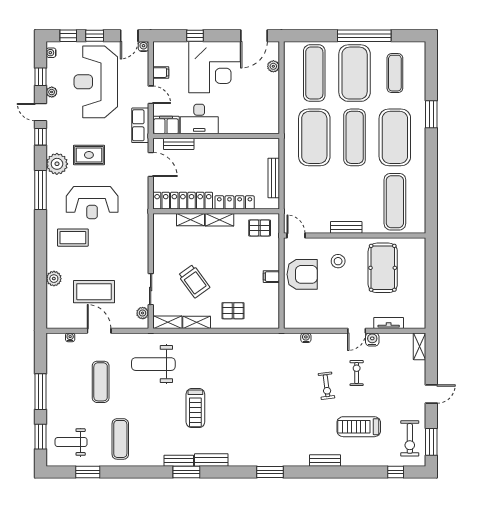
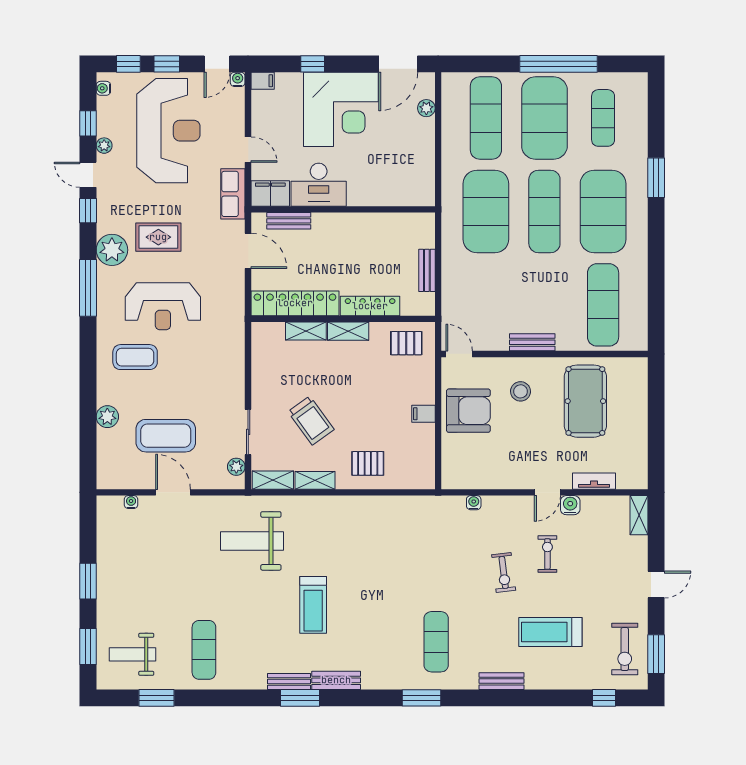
filing cabinet: (161, 73) -> (263, 81), moved
reception desk: (96, 82) -> (168, 131), turned 180
bench: (274, 178) -> (427, 270), width x0.73
exercise mat: (101, 382) -> (436, 642), moved
window: (41, 392) -> (88, 581), width x0.69

